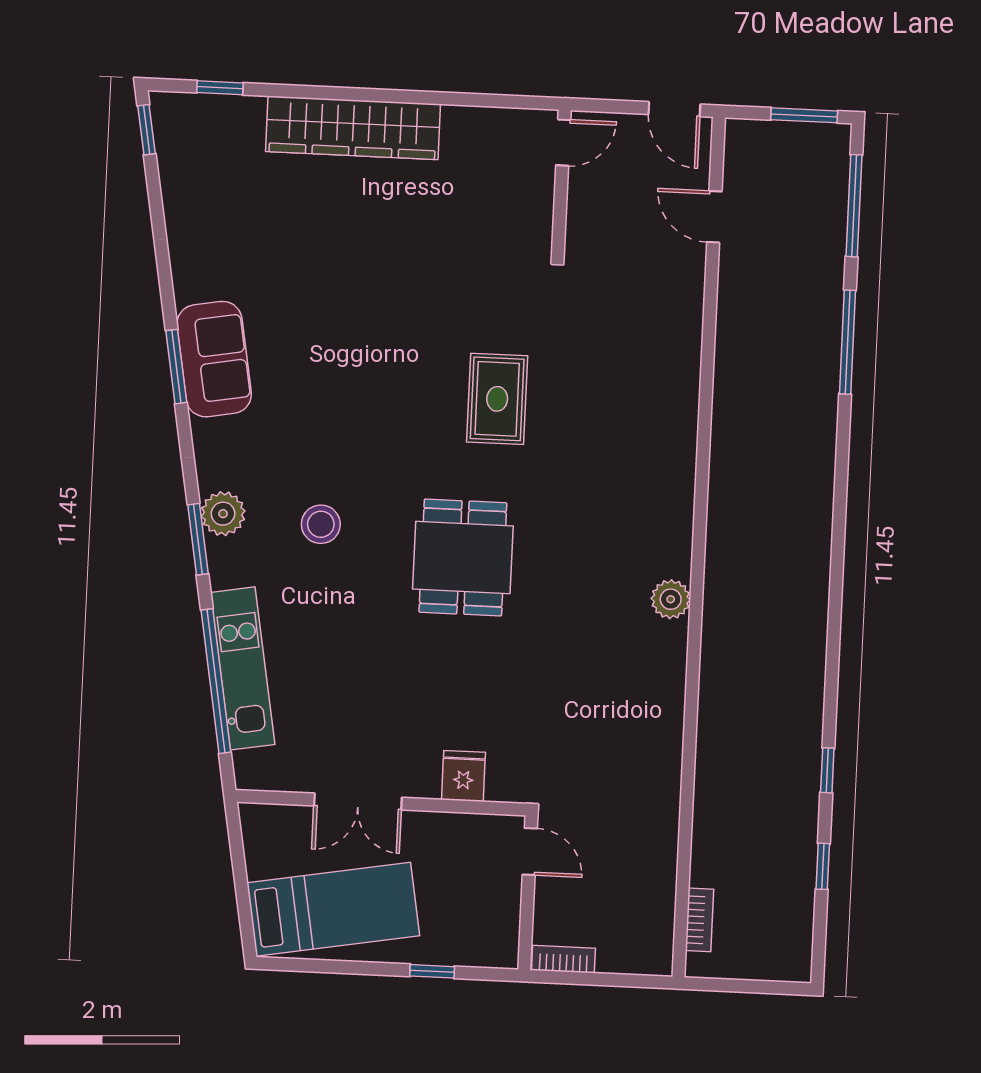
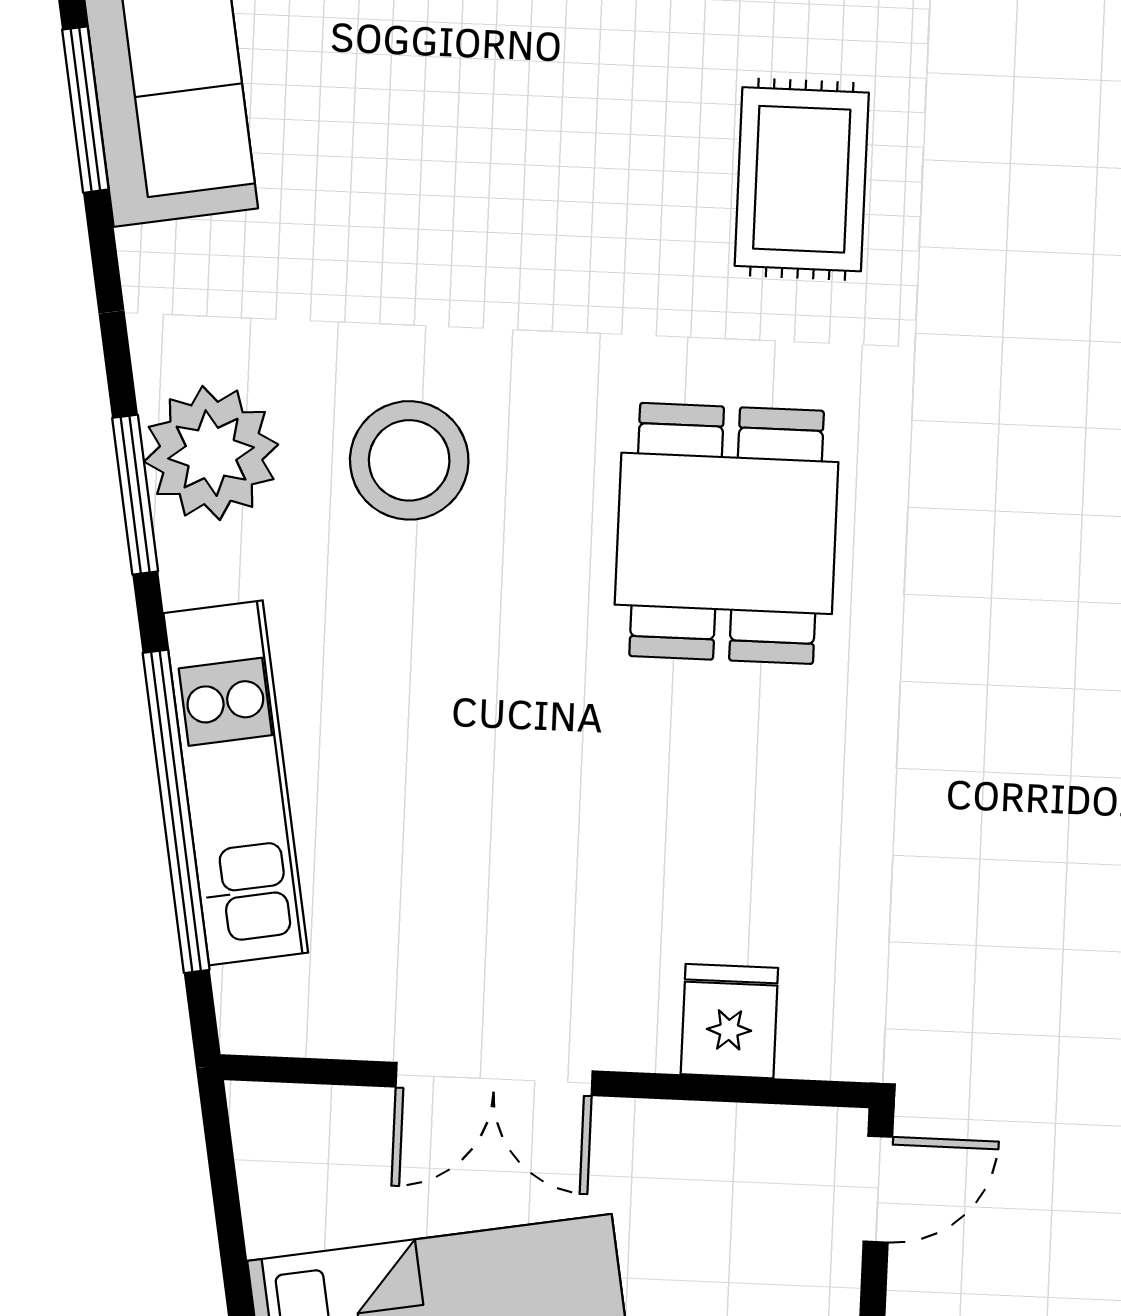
plant: (223, 514) -> (211, 453), width x1.36, depth x1.36
stool: (321, 524) -> (409, 460), width x1.38, depth x1.38
door: (530, 852) -> (878, 1189), hinge flipped

